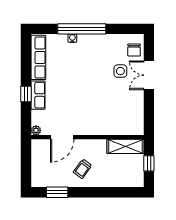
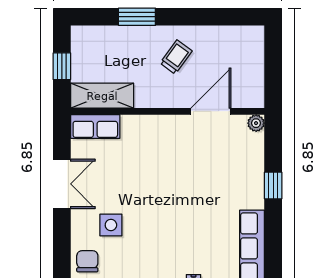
double door: (149, 75) -> (62, 184), moved
row of seats: (38, 95) -> (95, 127), moved, turned -90
window: (57, 192) -> (137, 17), moved

